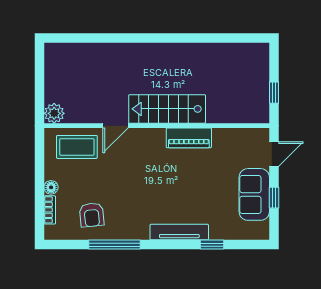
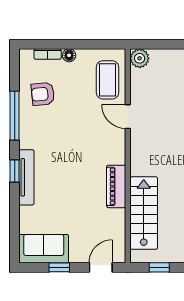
stairs: (167, 109) -> (144, 213), moved
door: (274, 154) -> (101, 267), swing flipped
sofa: (254, 194) -> (44, 249), moved
window: (212, 245) -> (15, 171), moved

